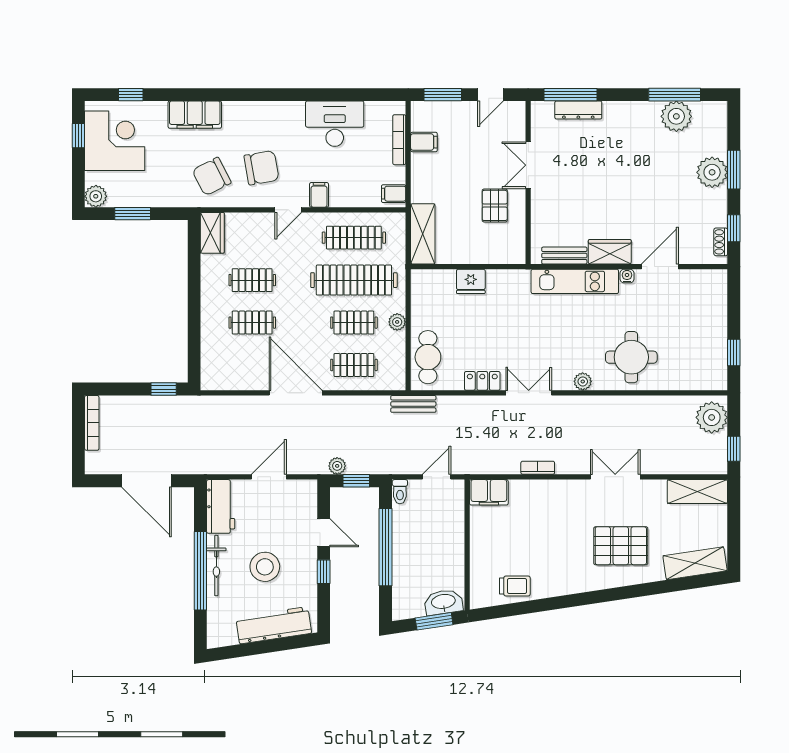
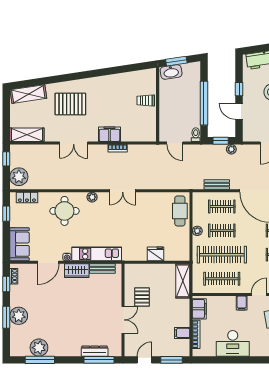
filing cabinet: (394, 194) -> (199, 309), width x2.00
sofa: (711, 298) -> (20, 244), added
locker: (482, 381) -> (27, 197), moved
bench: (413, 404) -> (217, 184), moved
door: (437, 477) -> (175, 143), hinge flipped
filing cabinet: (489, 492) -> (110, 134), moved
trolley: (515, 586) -> (146, 101), moved

